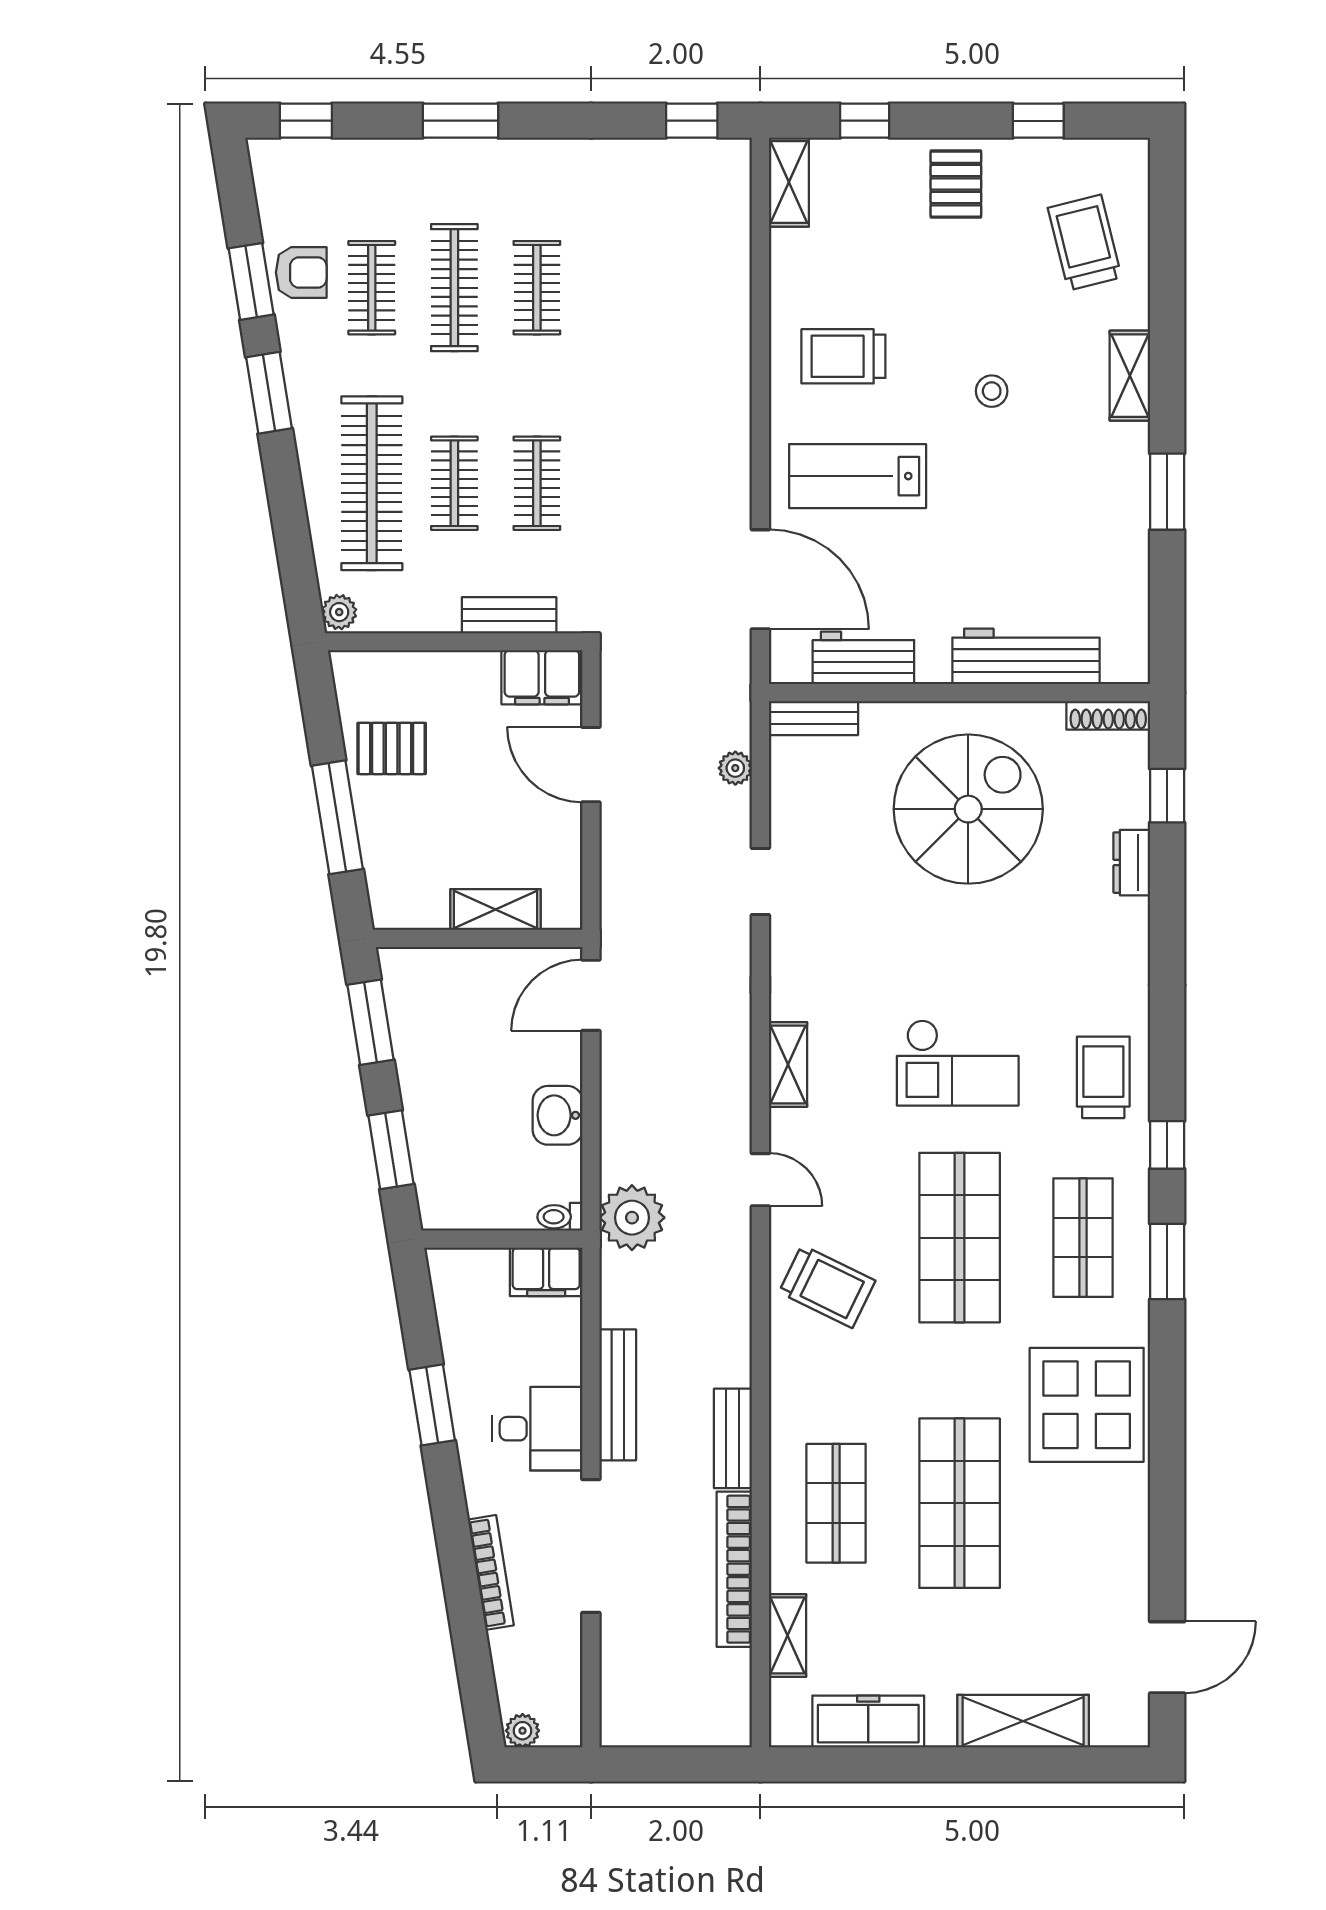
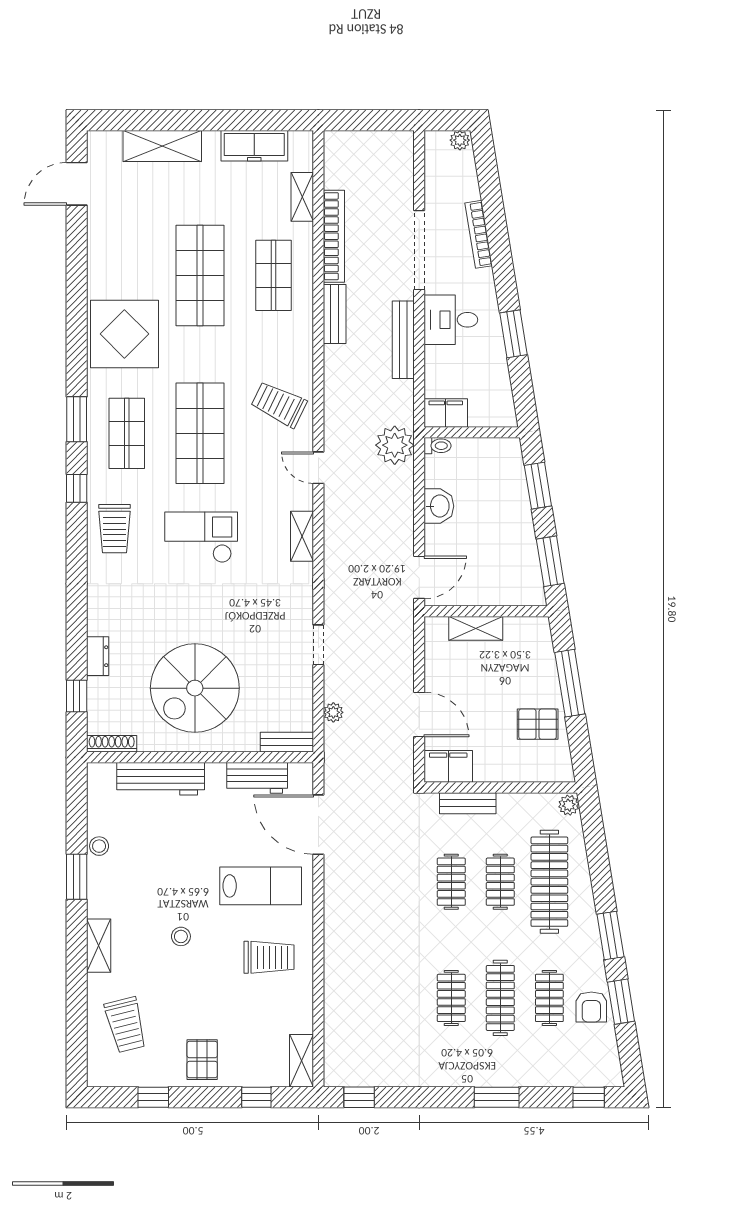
armchair: (301, 272) -> (591, 1007), turned -90
stool: (1129, 543) -> (99, 846), added

